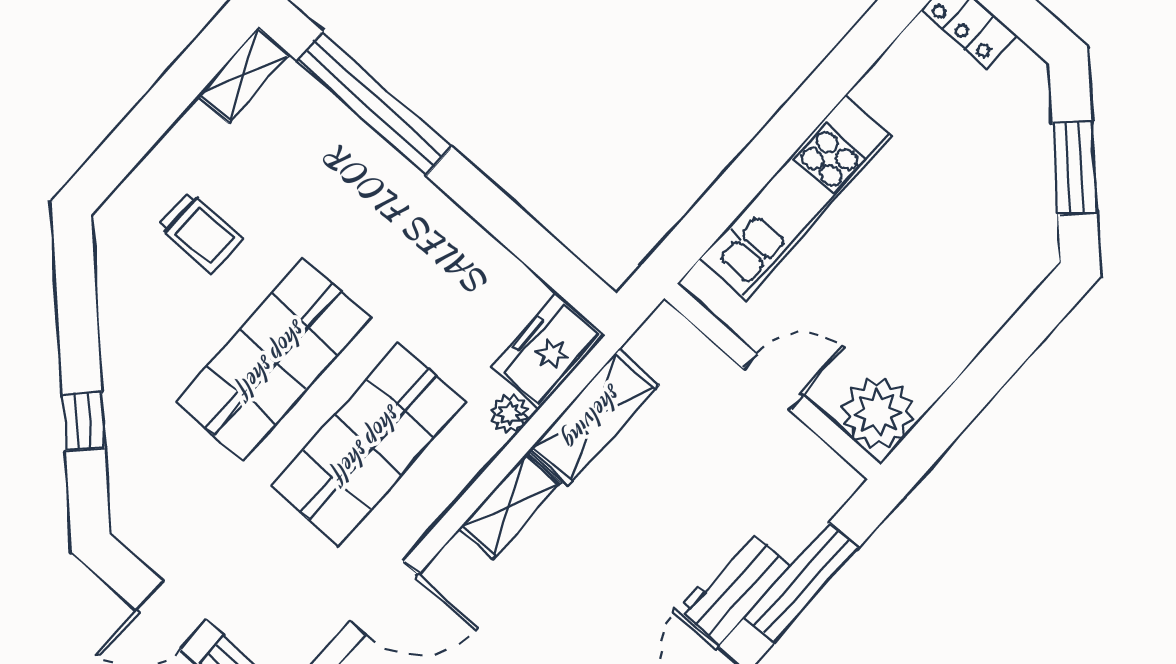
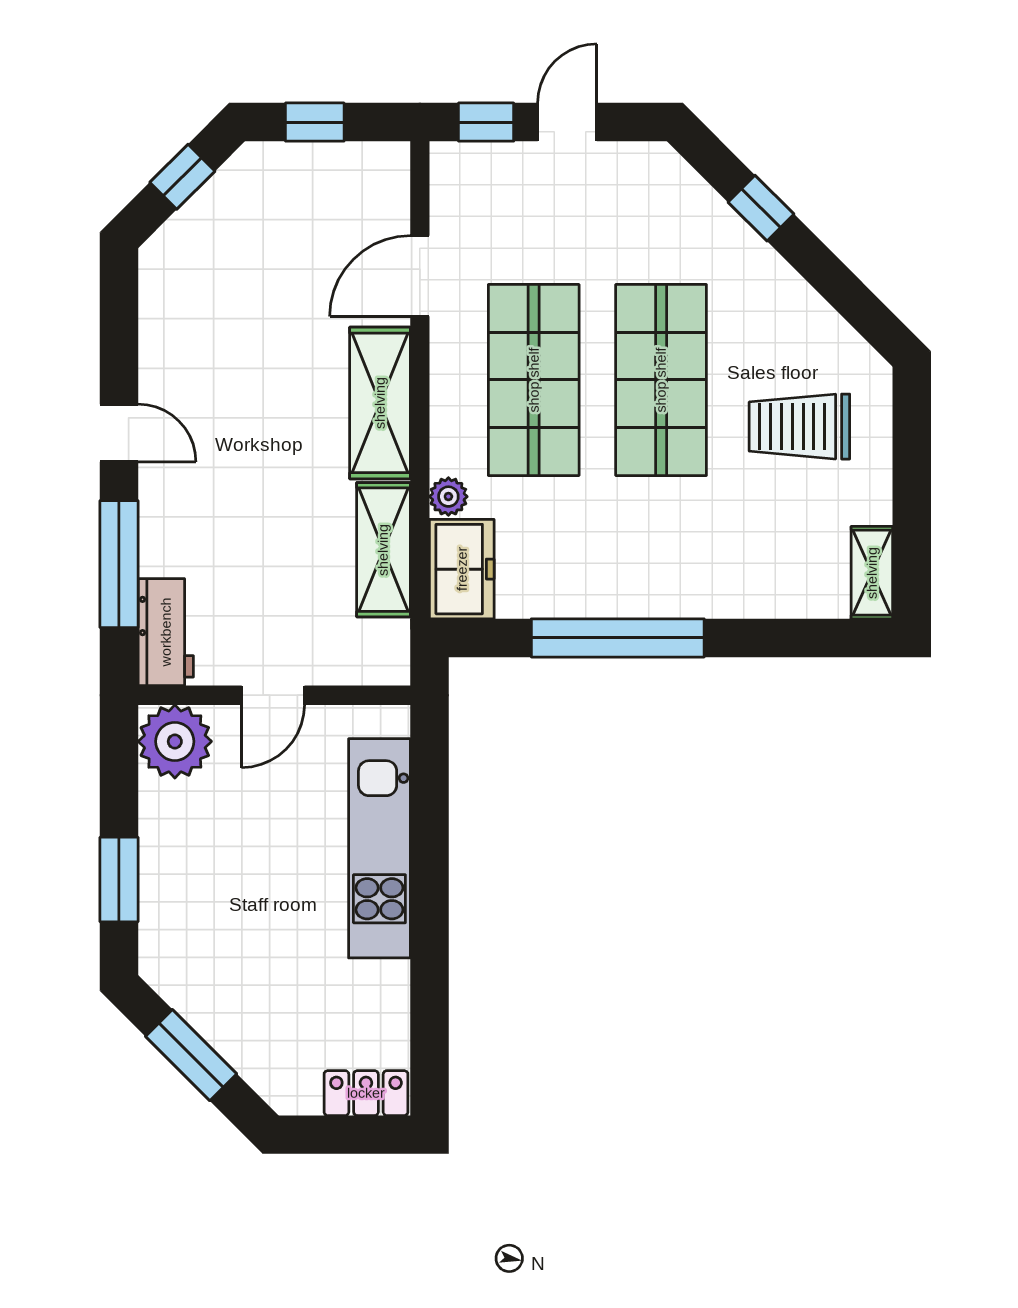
window: (374, 104) -> (618, 638), moved
trolley: (200, 232) -> (799, 427), width x1.36, depth x1.39
window: (1011, 347) -> (119, 879), added
shelving: (510, 506) -> (380, 403), width x1.50, depth x1.33
workbench: (734, 588) -> (166, 632), moved

